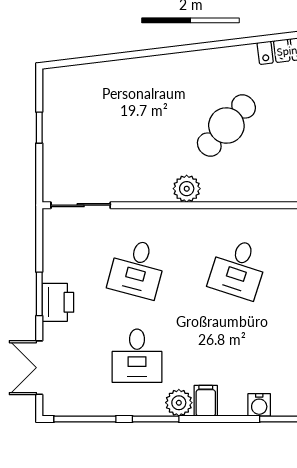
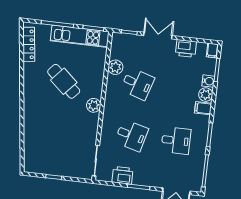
plant: (265, 222) -> (115, 67), added
printer: (58, 302) -> (122, 175), moved
plant: (179, 403) -> (206, 95), moved

